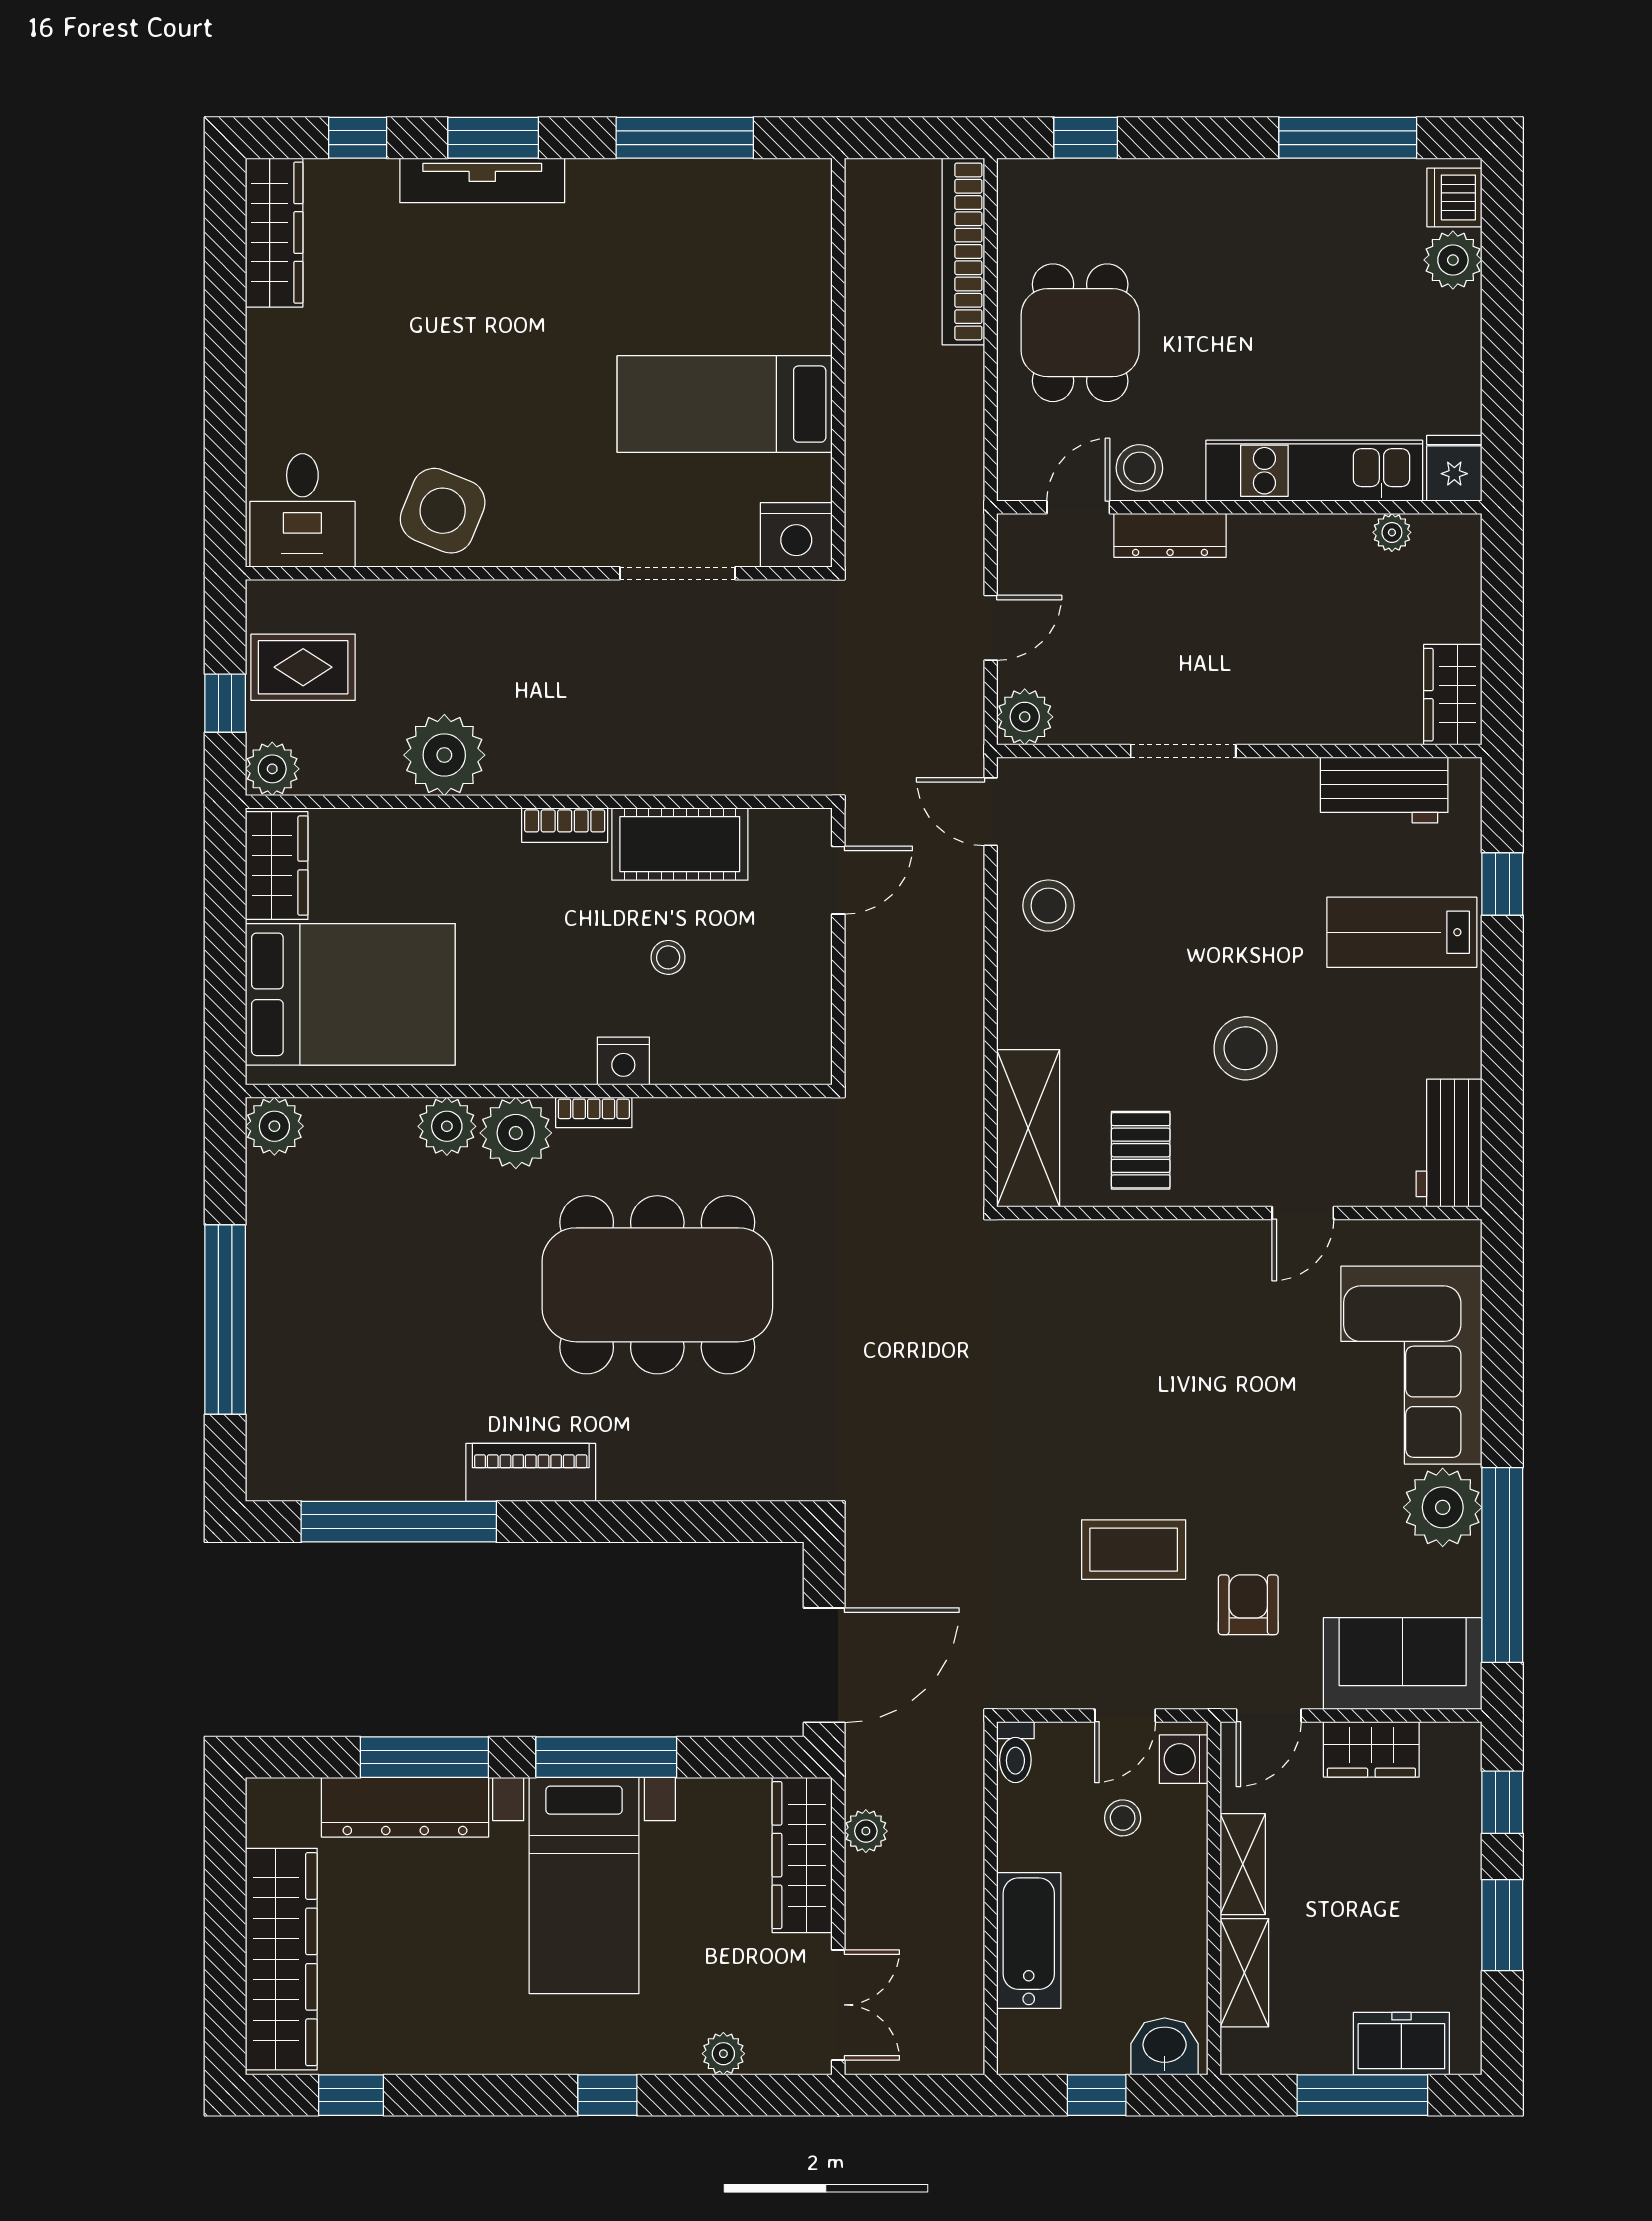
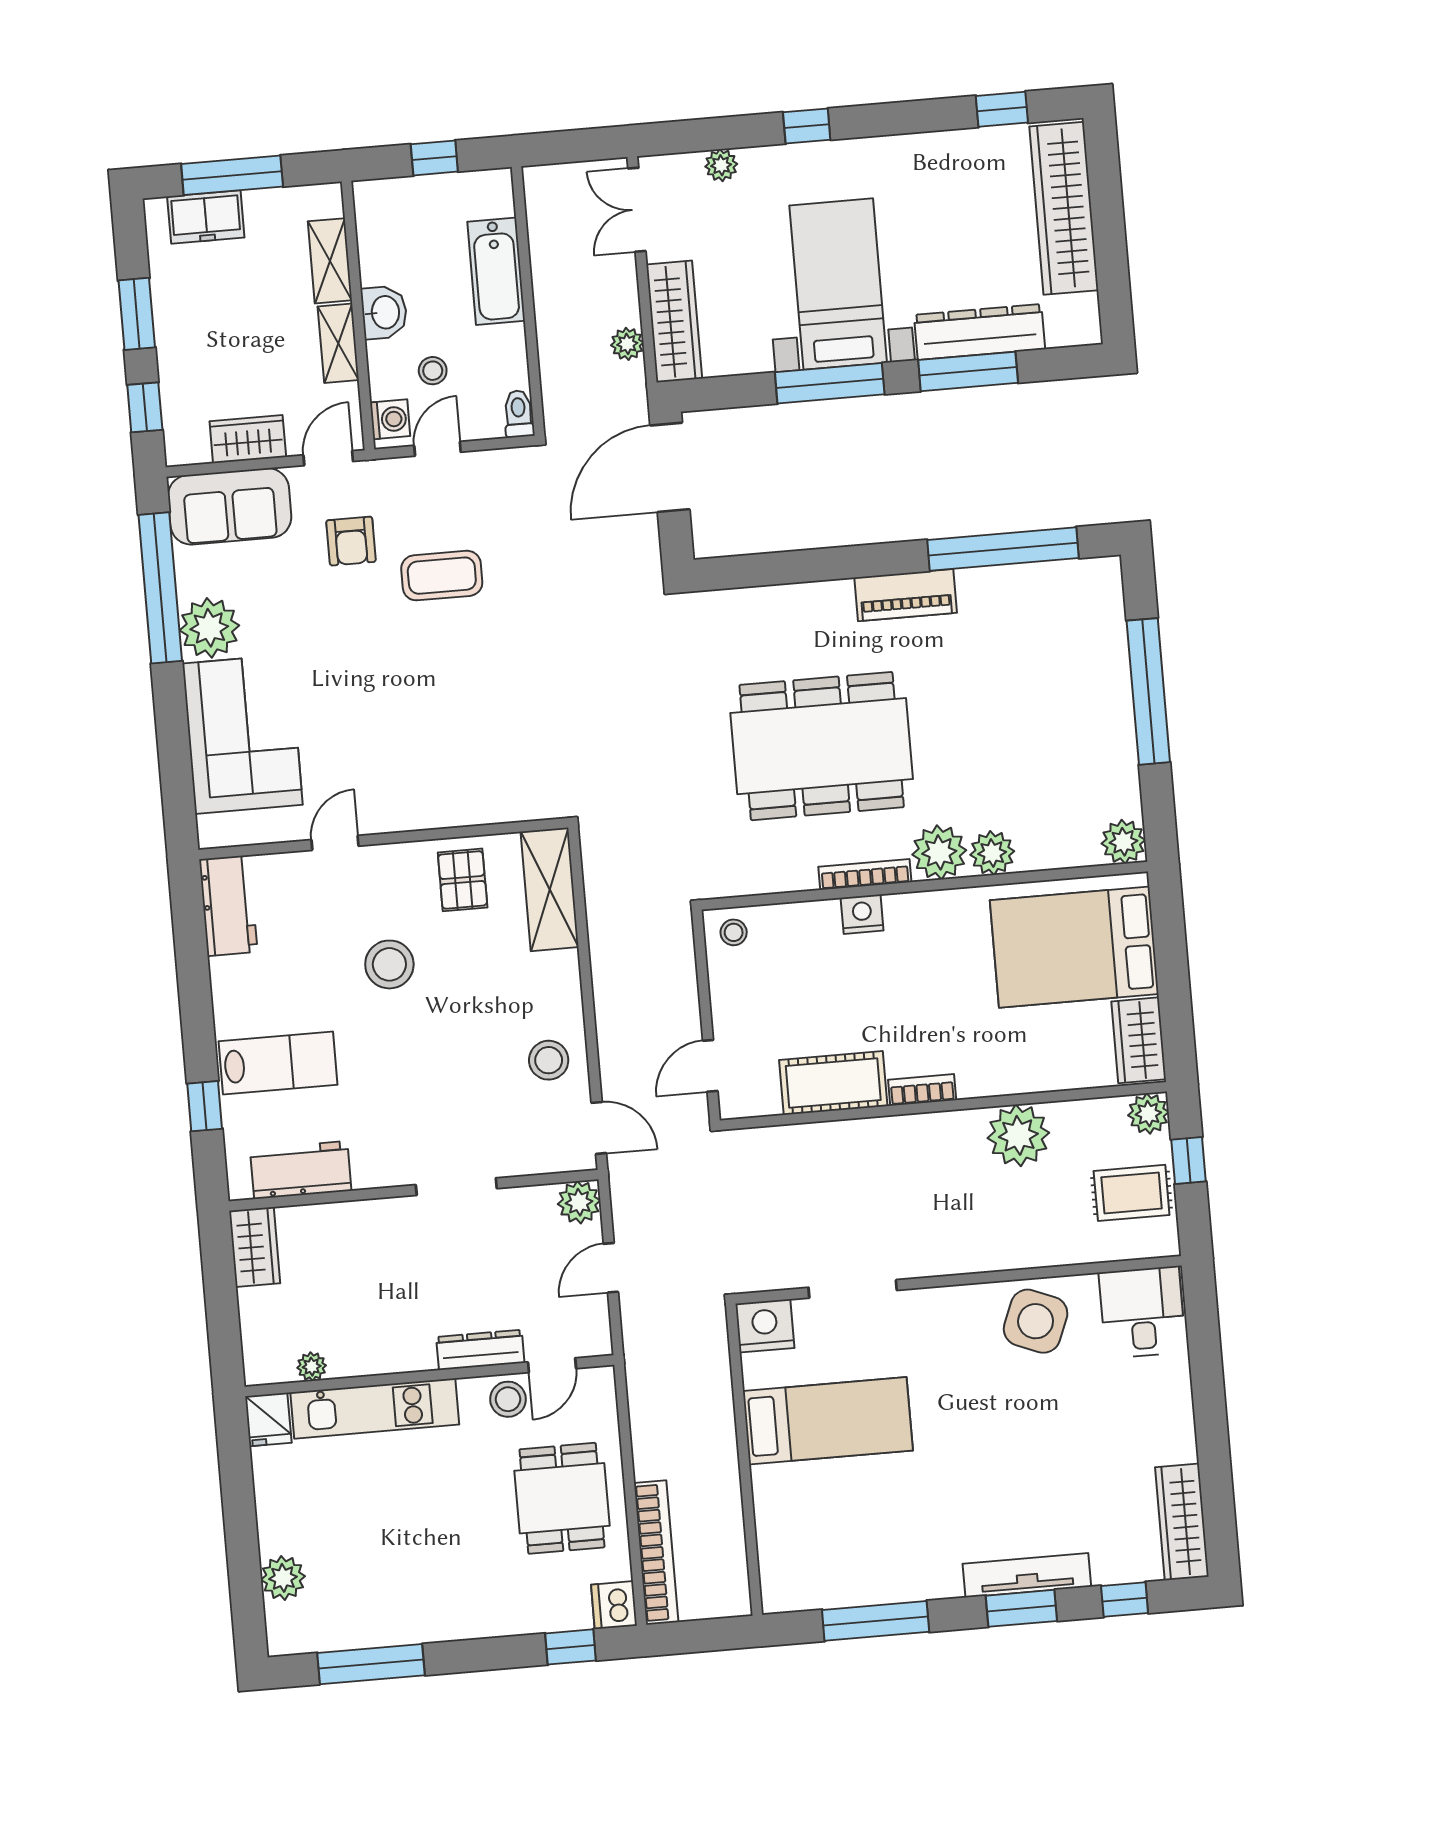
dishwasher: (1454, 197) -> (614, 1605), moved, turned 180
stool: (668, 957) -> (734, 932), moved
bookcase: (594, 1112) -> (865, 874), width x1.56
washbasin: (1165, 2046) -> (384, 312), moved, turned -90

